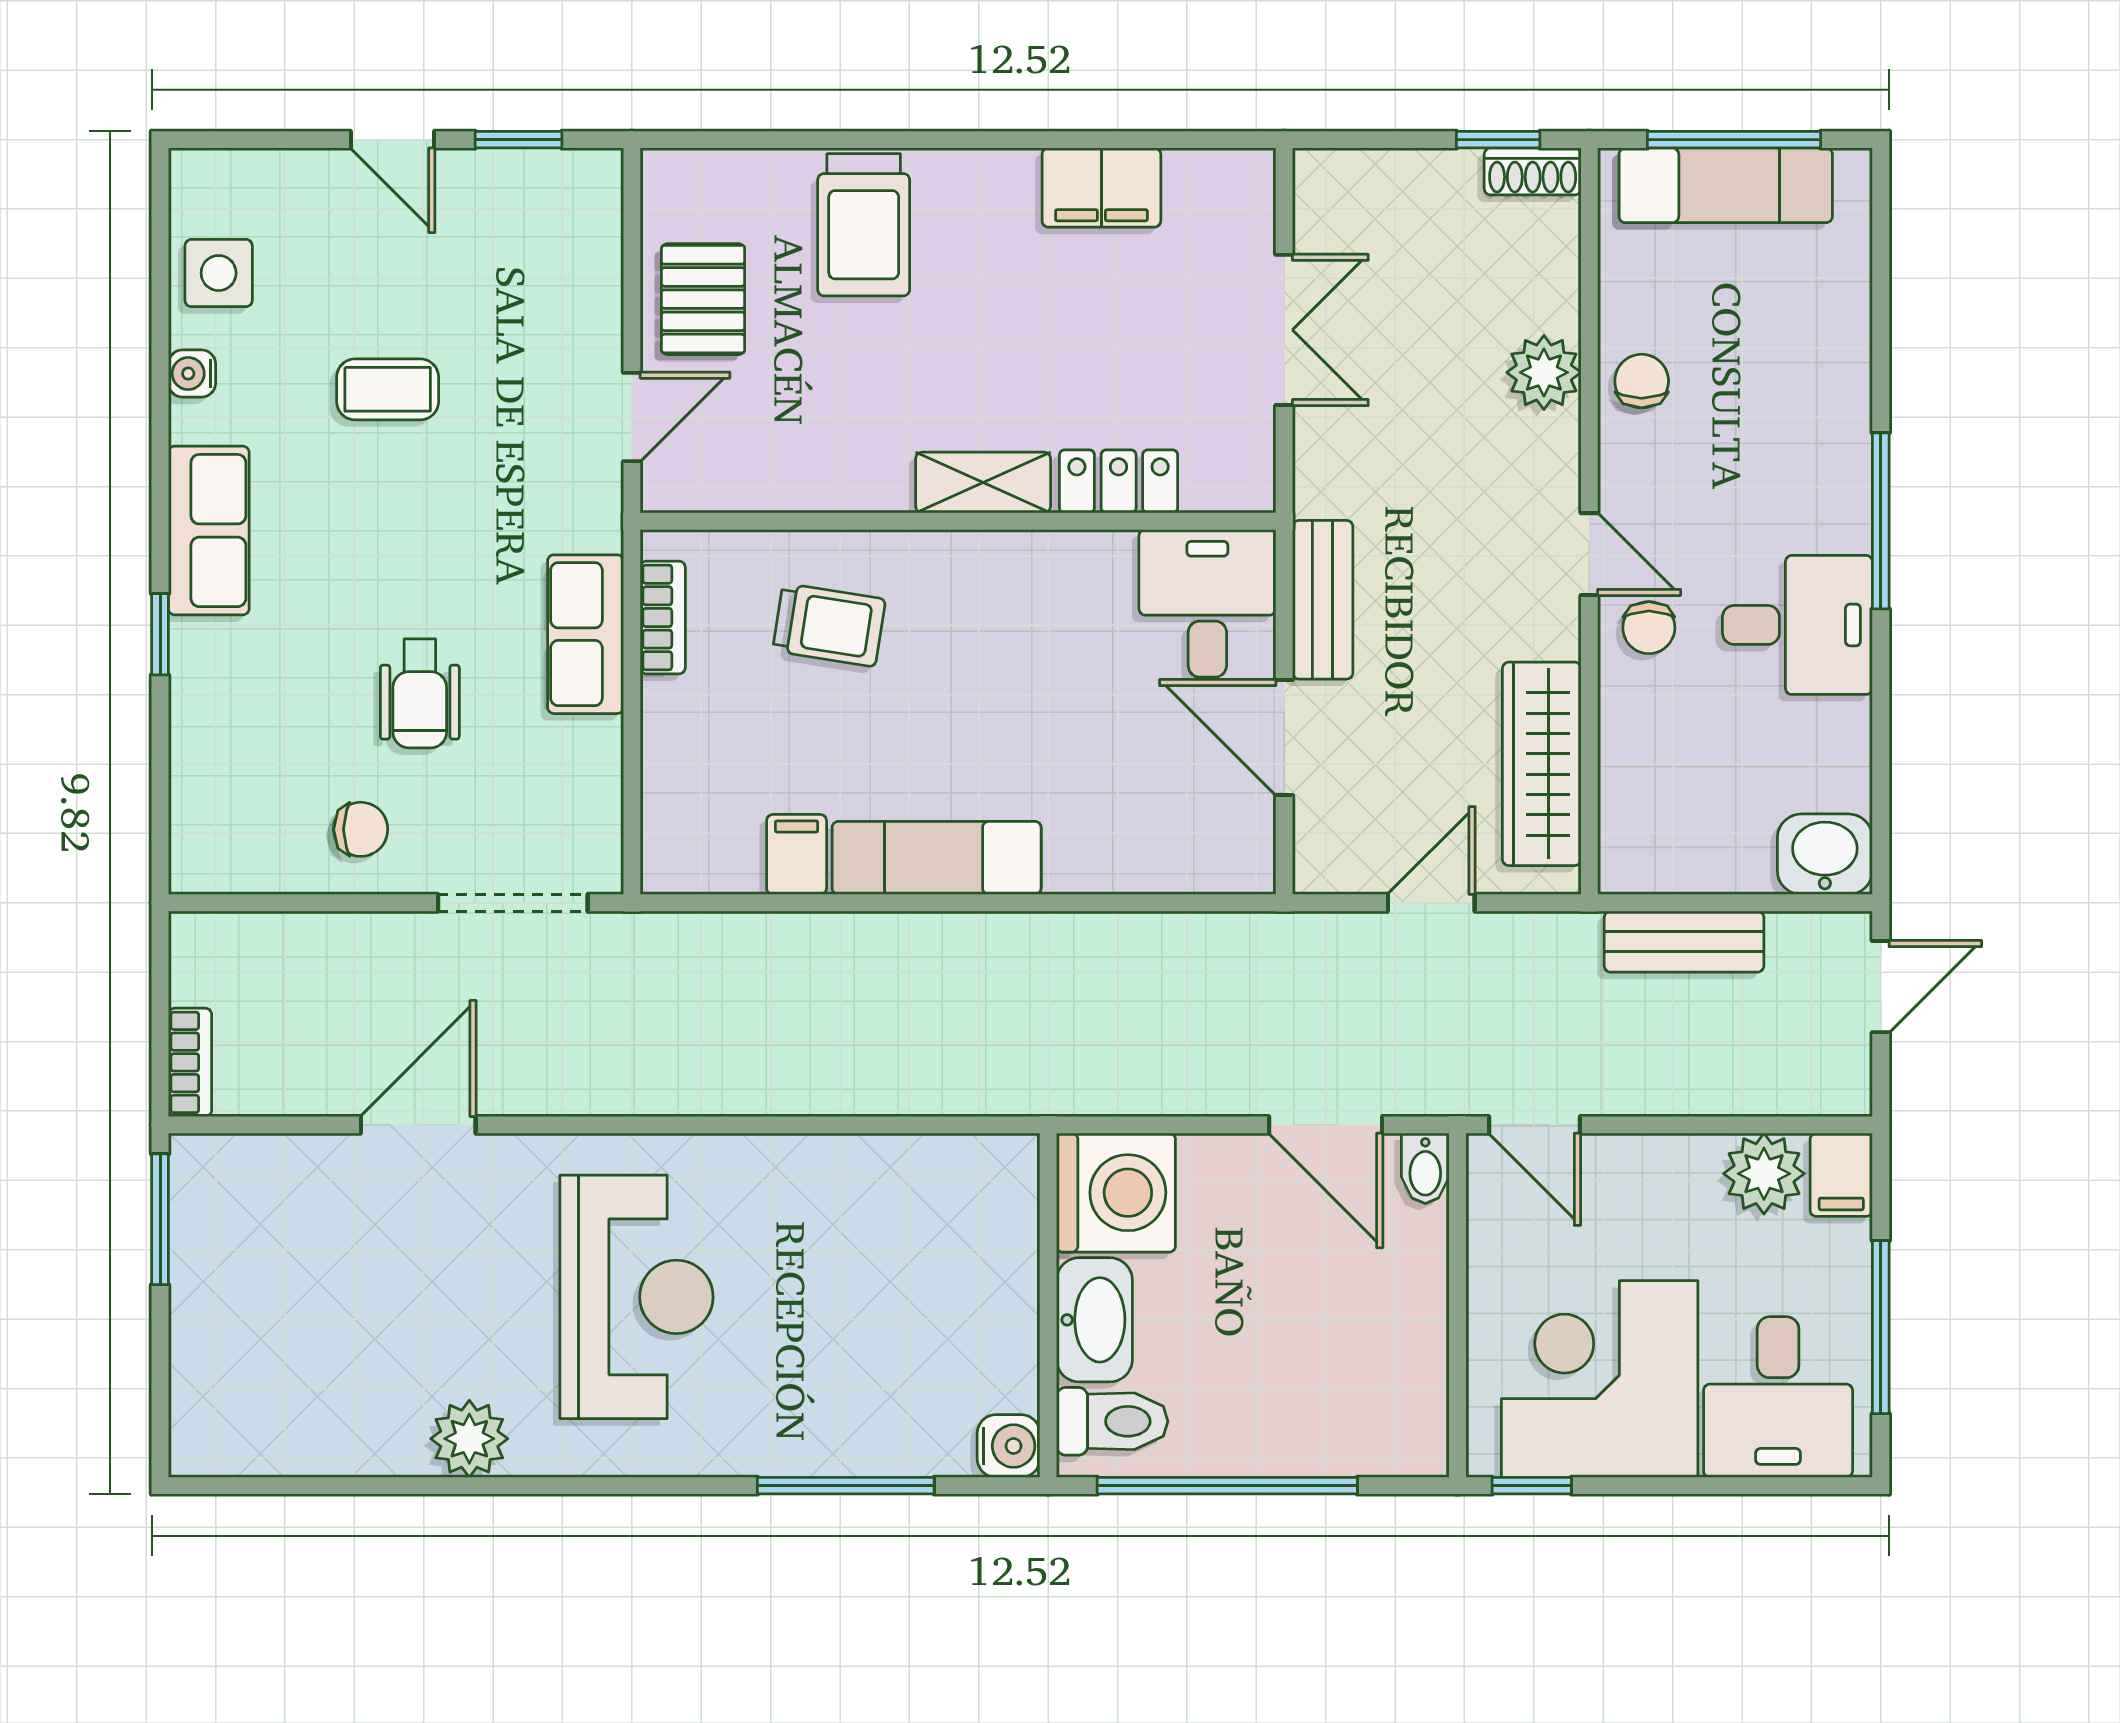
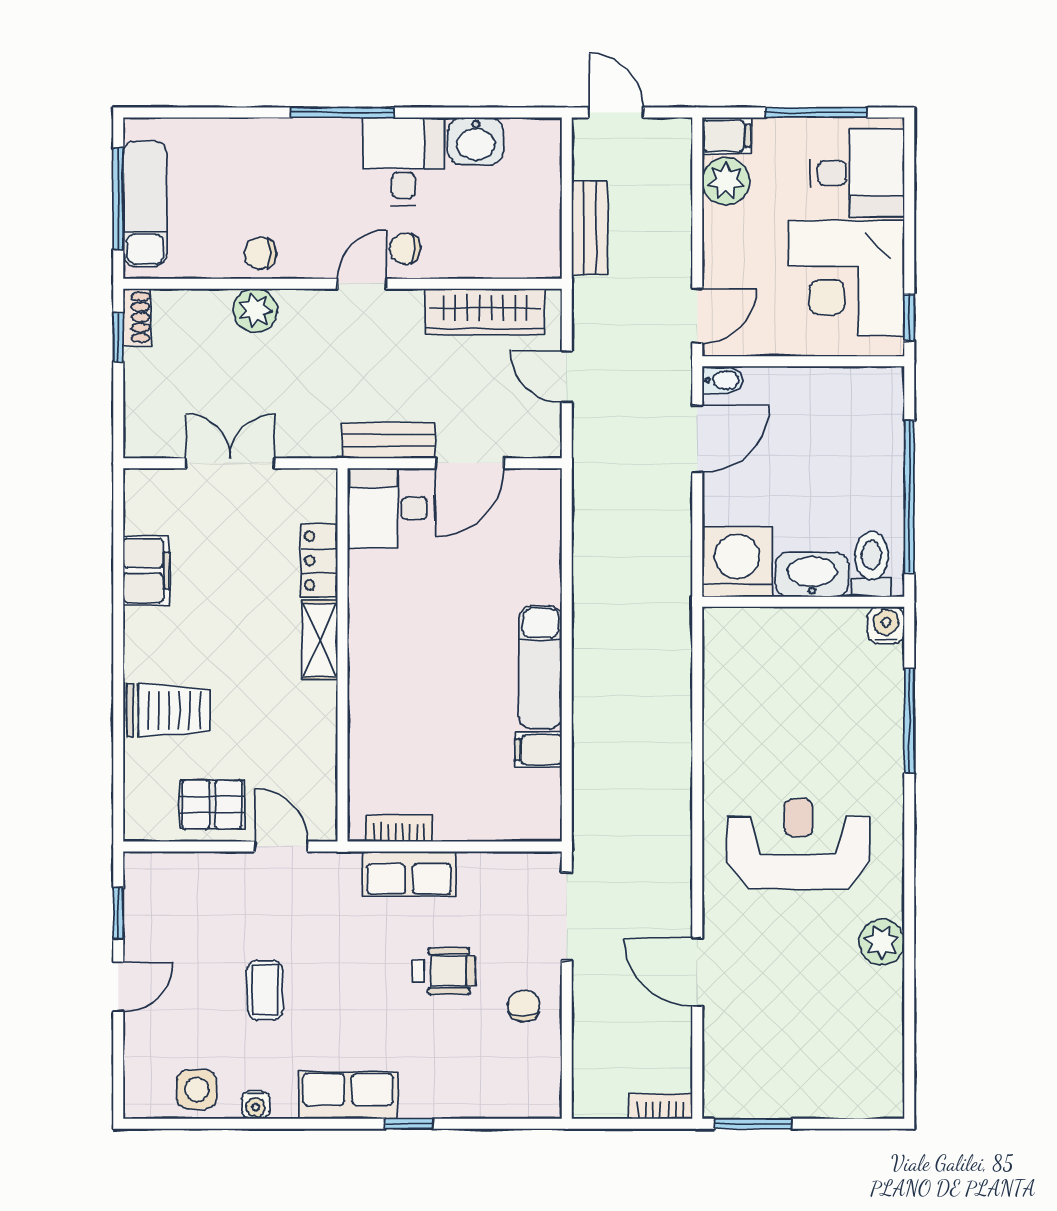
trolley: (829, 625) -> (404, 731), removed
chair: (1649, 628) -> (405, 249), turned 180
washbasin: (1825, 854) -> (476, 141), moved, turned -90

